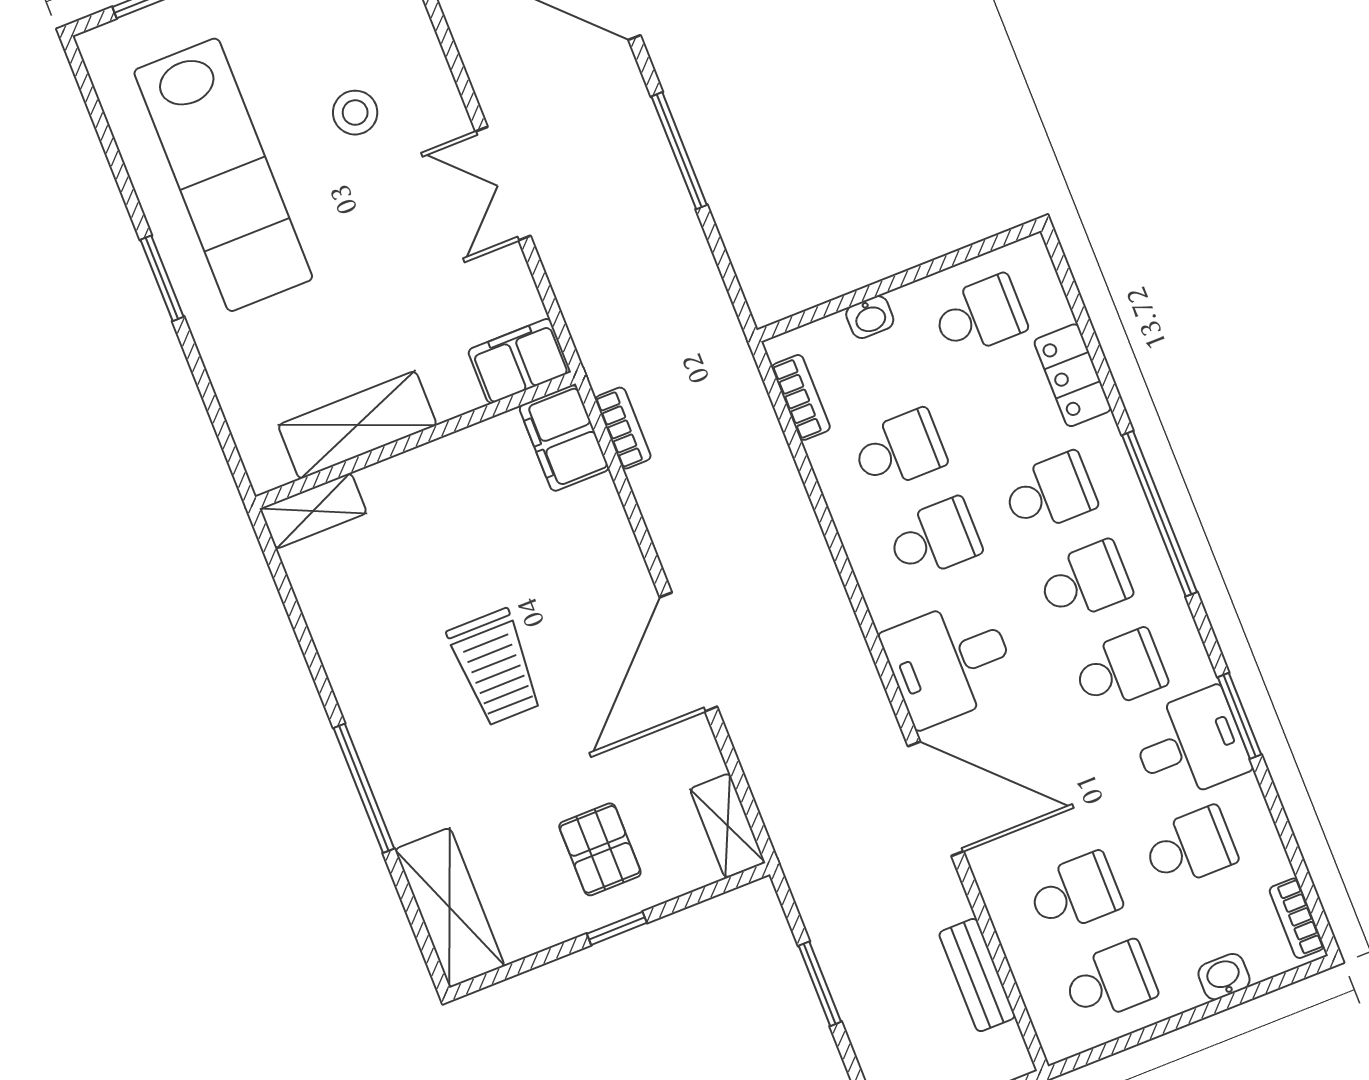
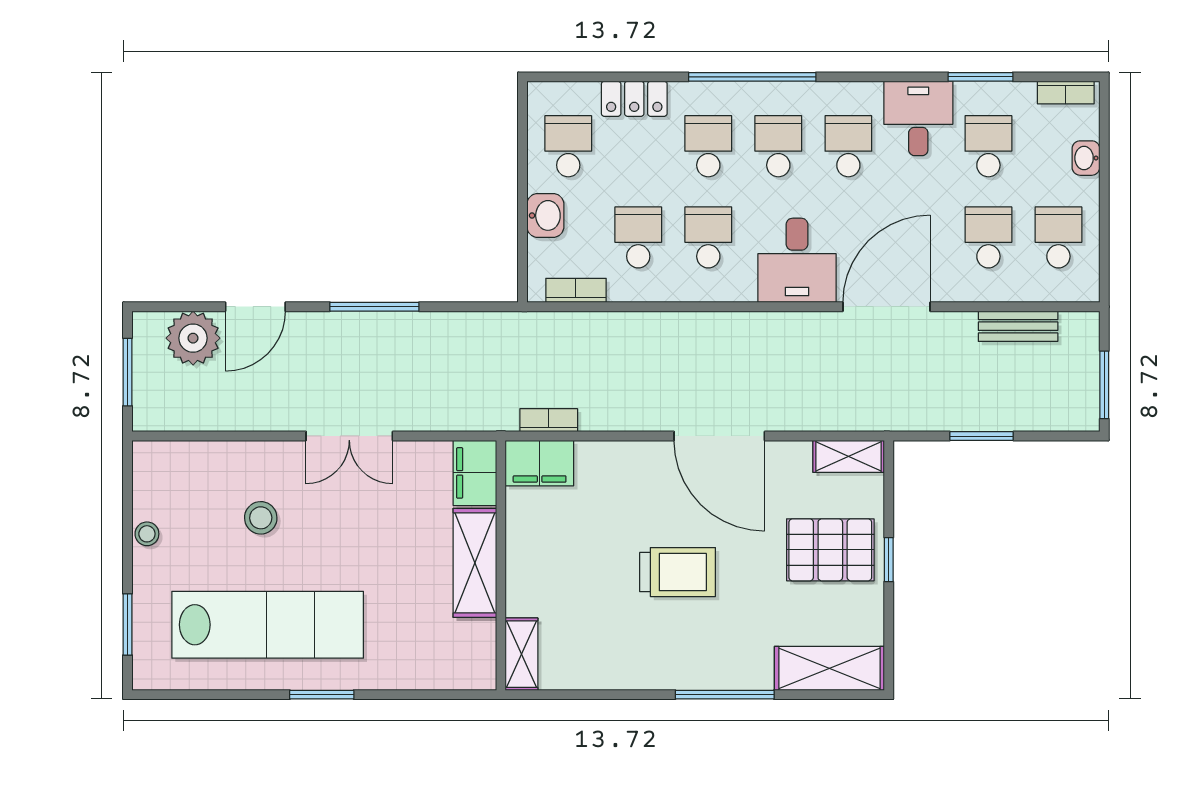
washbasin: (870, 317) -> (545, 215), width x1.38, depth x1.45
shelving: (357, 425) -> (475, 563), moved
window: (1239, 716) -> (980, 77), moved
pallet: (600, 849) -> (830, 550), width x1.50, depth x1.42

